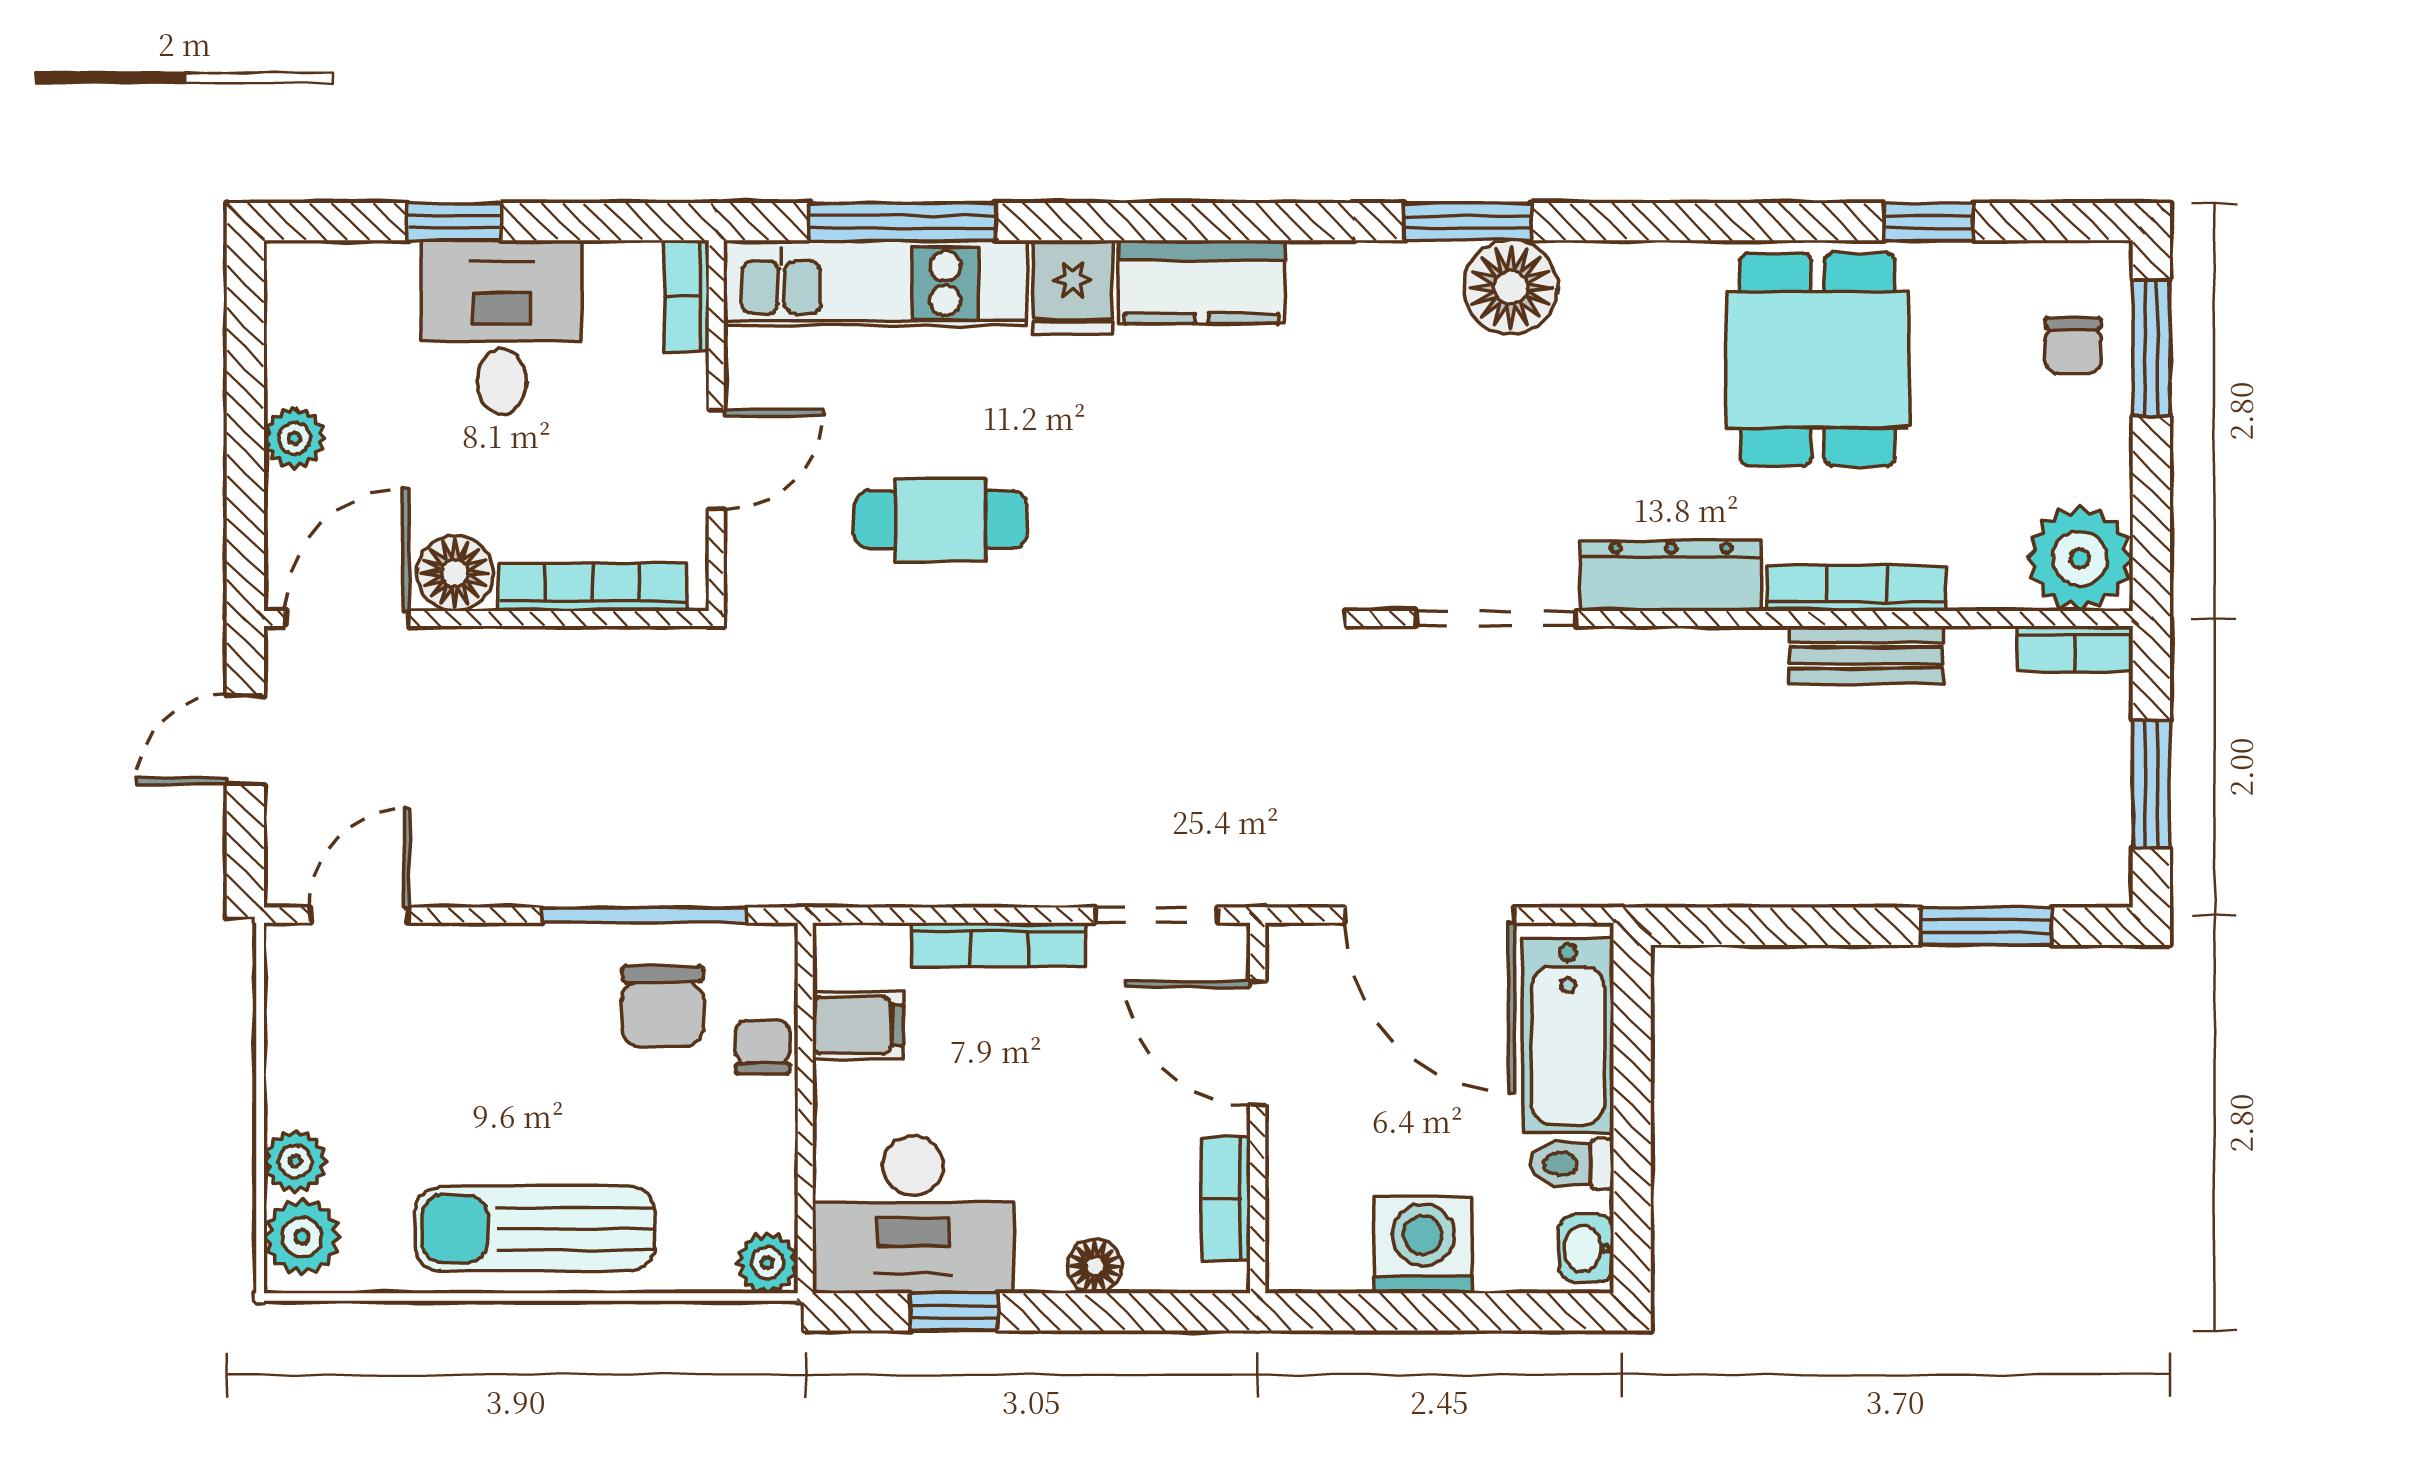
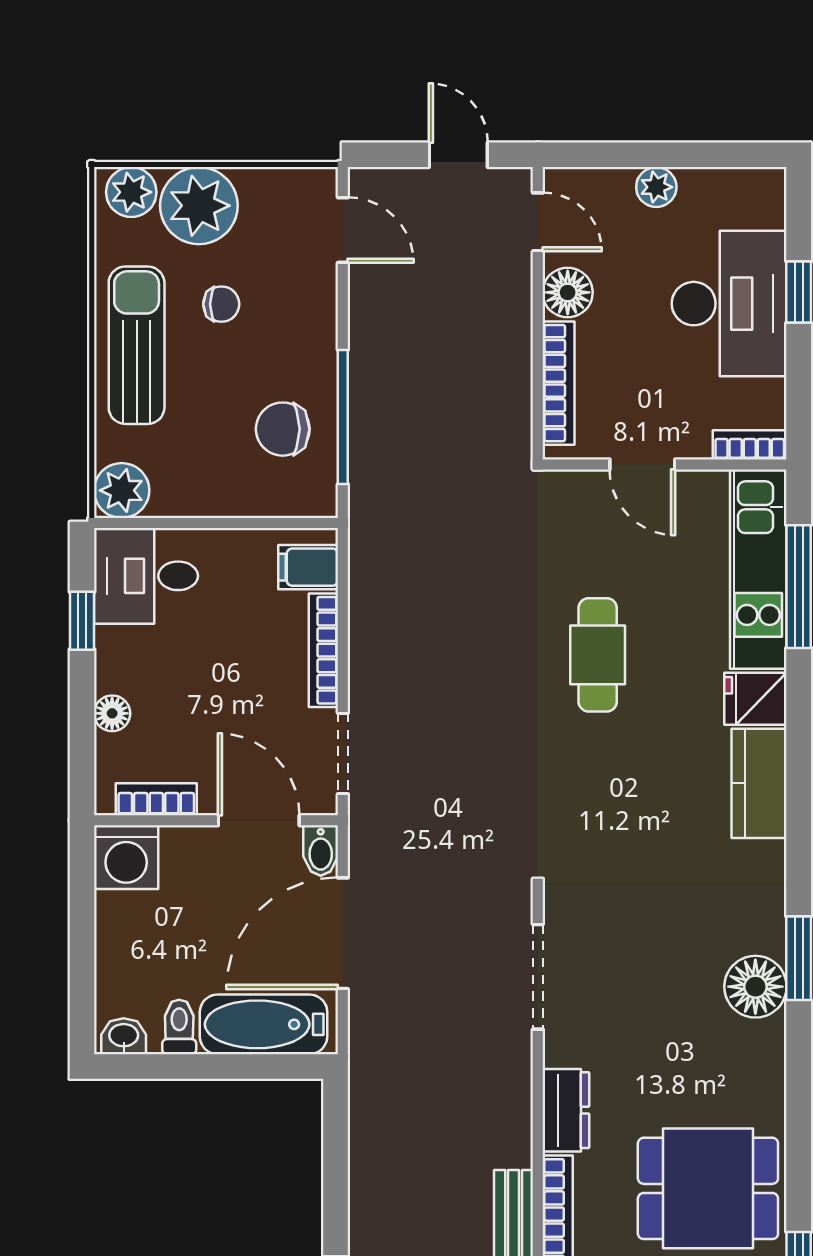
desk: (502, 327) -> (729, 304), width x1.37
cafe table: (941, 520) -> (598, 655), moved
dresser: (1671, 576) -> (566, 1110), width x0.70
door: (347, 618) -> (538, 222), width x0.73
bidet: (1304, 949) -> (321, 850), added
filing cabinet: (858, 1025) -> (308, 567), moved, turned 90
door: (1258, 1043) -> (259, 820), hinge flipped
chair: (763, 1047) -> (221, 304), moved
plant: (295, 1161) -> (199, 206), width x1.87, depth x1.87
desk: (913, 1215) -> (146, 576), width x0.73
washing machine: (1423, 1245) -> (126, 857), moved, turned 90
plant: (767, 1263) -> (122, 490), width x1.38, depth x1.38

